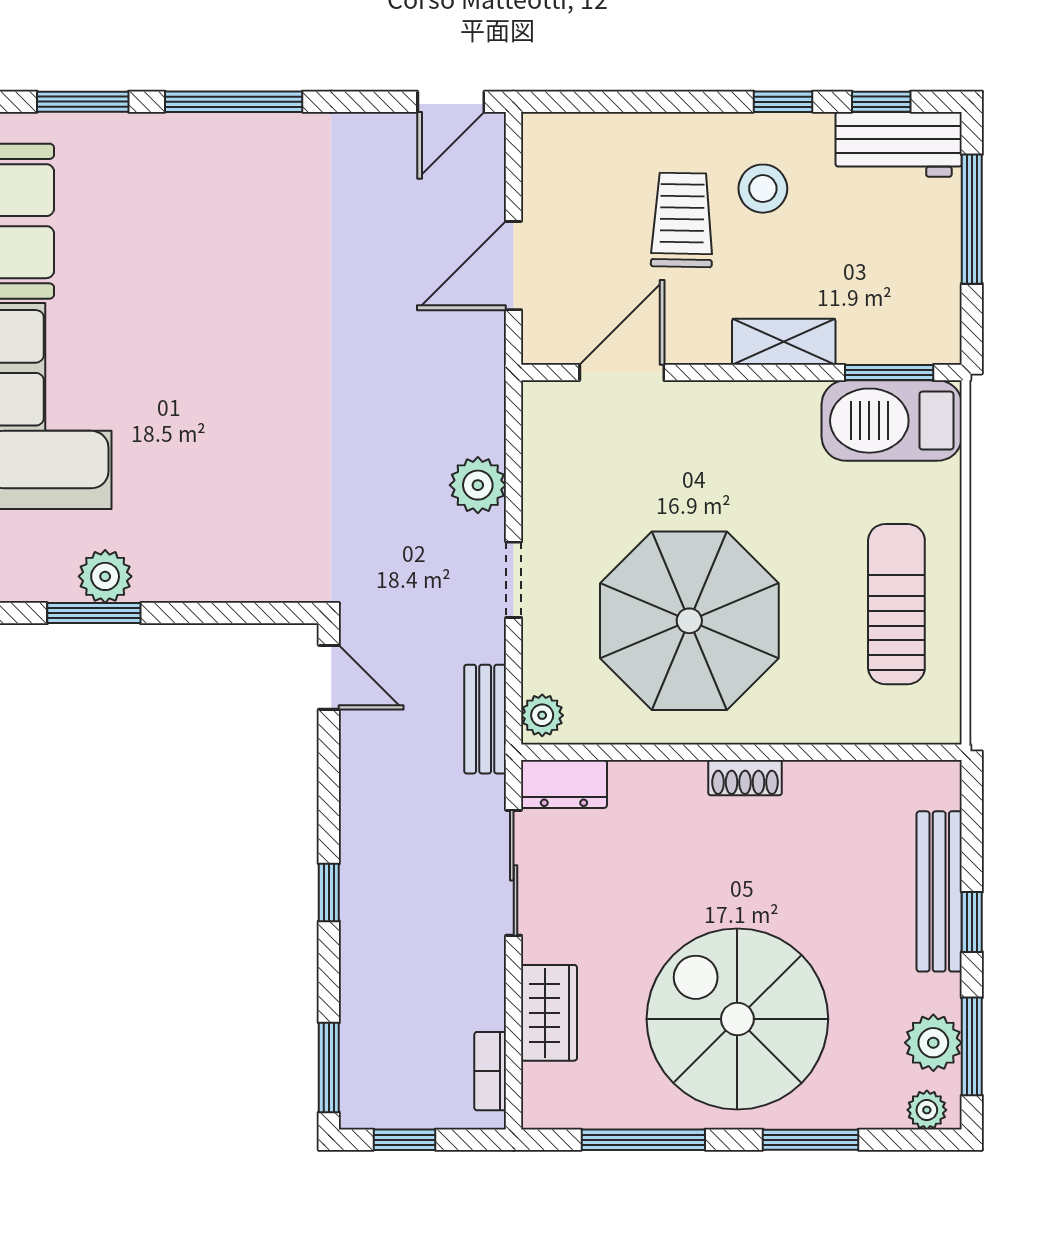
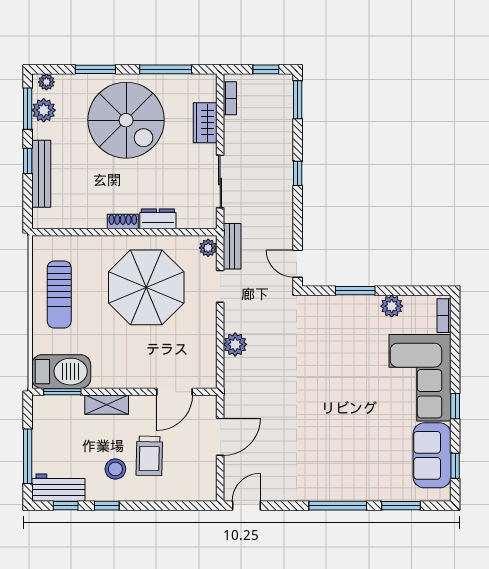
doorway: (514, 580) -> (220, 286), moved
window: (94, 613) -> (355, 291), moved
dresser: (564, 784) -> (158, 219), moved

